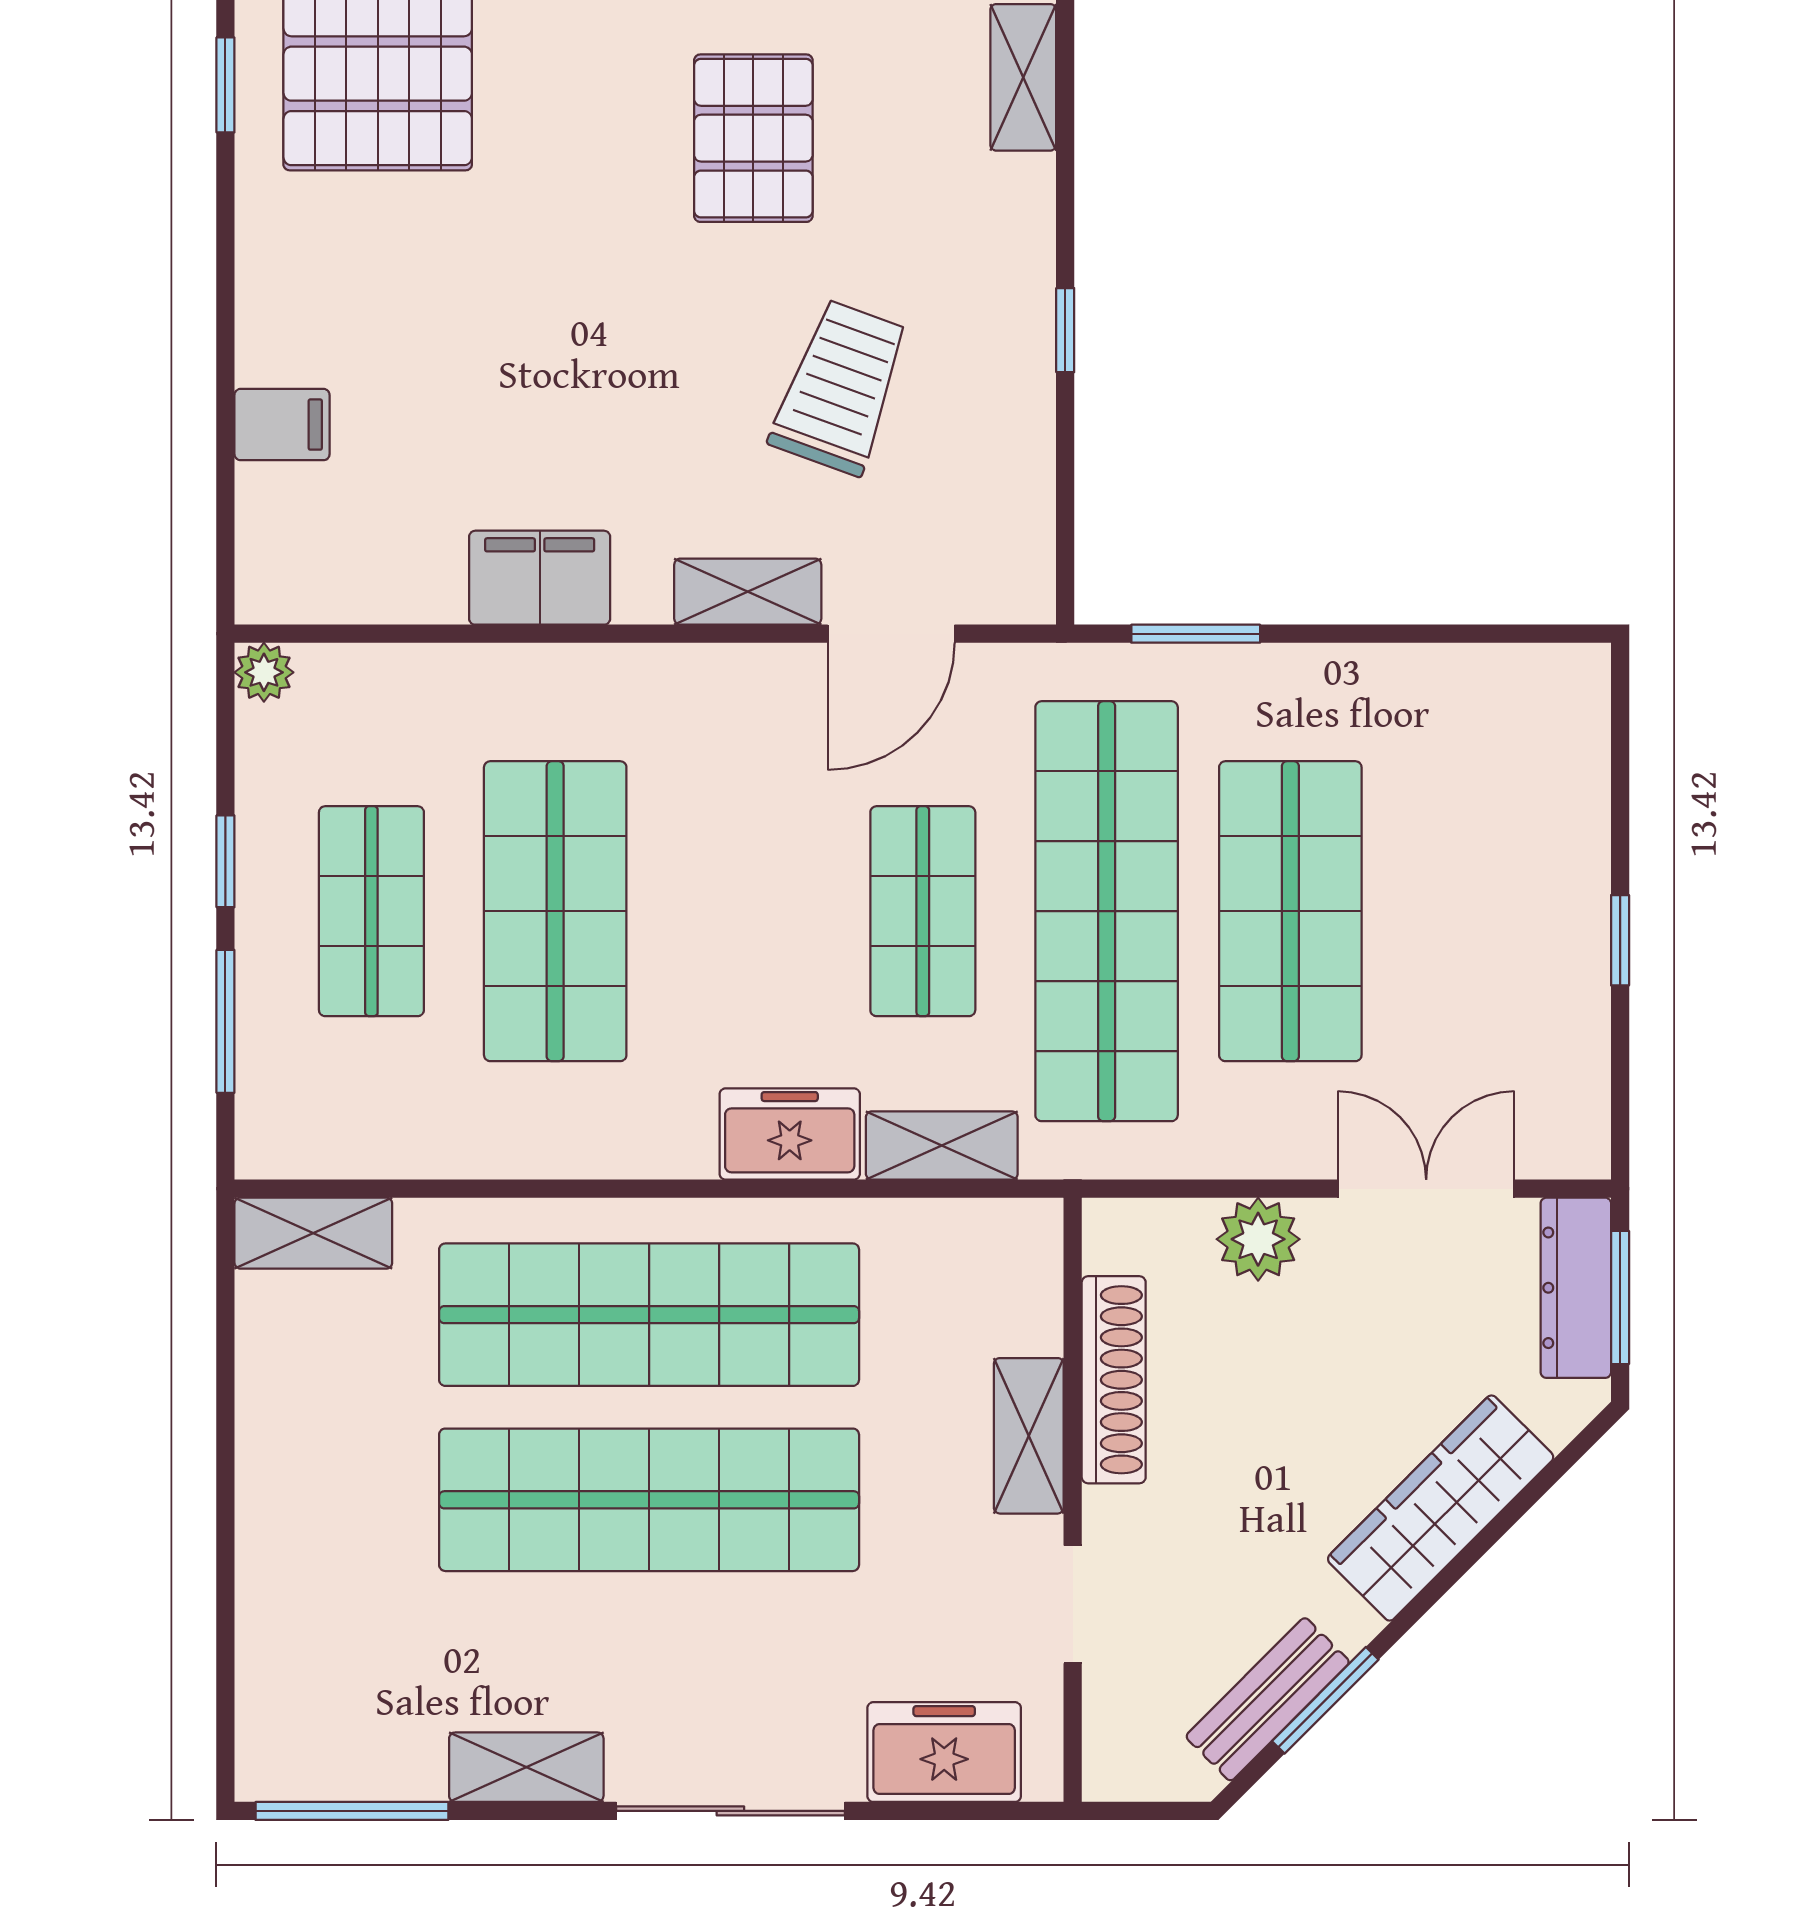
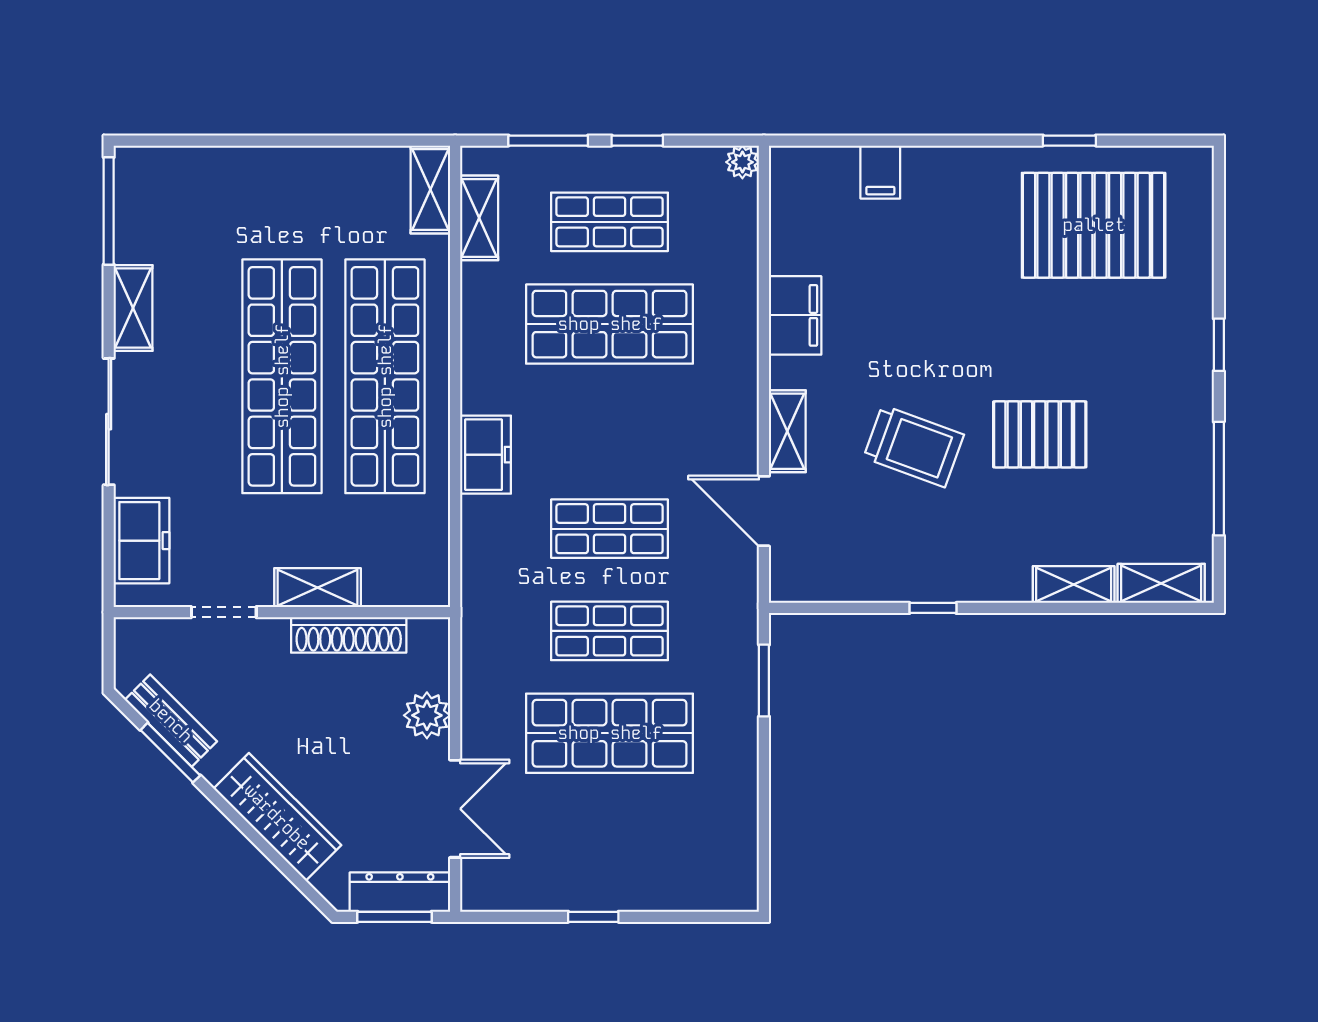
trolley: (840, 387) -> (914, 446), moved
shop shelf: (1107, 911) -> (610, 631), width x0.50, depth x0.74
shelving: (942, 1145) -> (479, 218), moved

